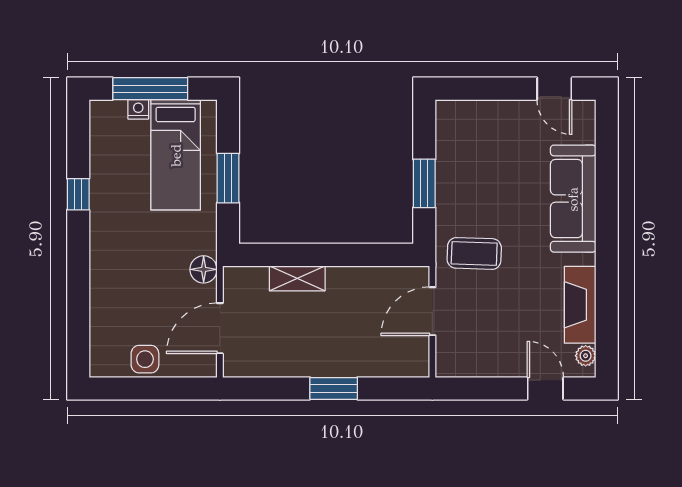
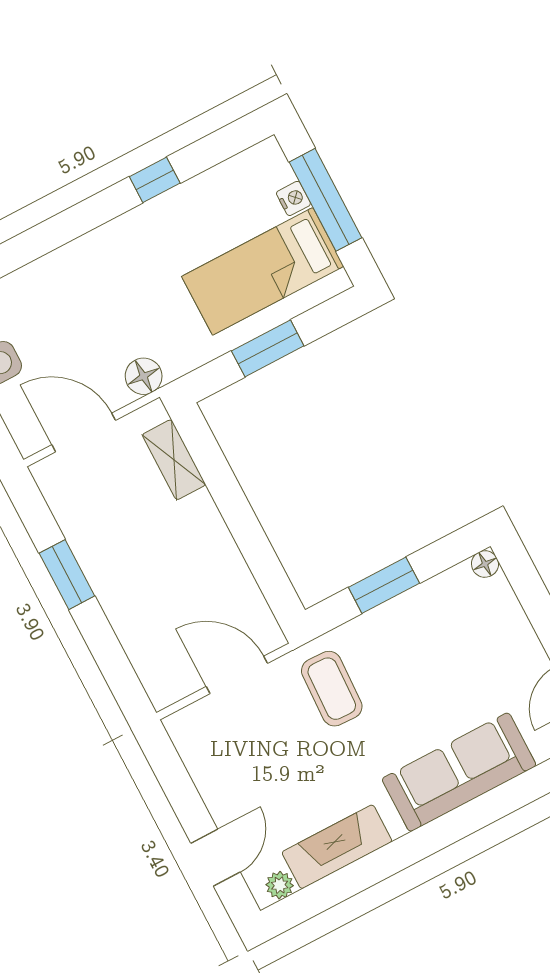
floor lamp: (445, 110) -> (485, 564), added
shelving: (297, 278) -> (174, 460), moved
window: (334, 388) -> (67, 575), moved

